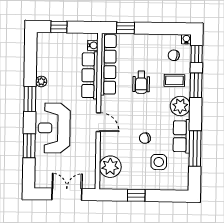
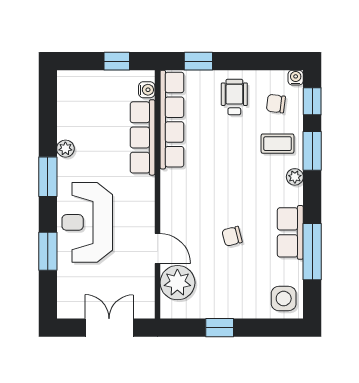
window: (59, 27) -> (117, 61), moved
wheelchair: (141, 82) -> (234, 97), moved, turned 180
plant: (180, 106) -> (295, 177), width x0.53, depth x0.53
door: (98, 122) -> (157, 249), moved
side table: (159, 162) -> (284, 299), moved

